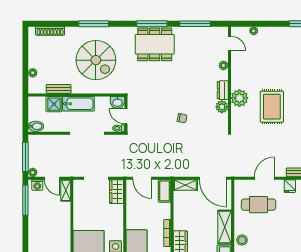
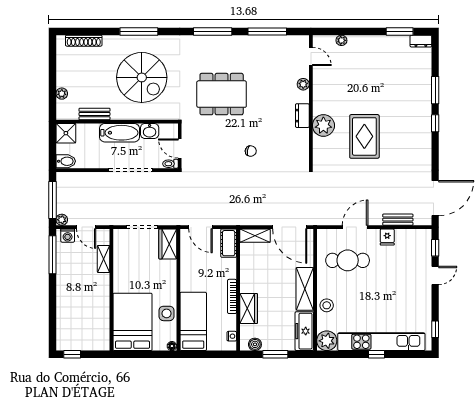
dining table: (155, 44) -> (222, 94), moved
washbasin: (117, 102) -> (150, 131), moved
shower: (54, 104) -> (66, 133), moved
plant: (222, 107) -> (301, 137), removed
shelving: (66, 190) -> (103, 259), moved

